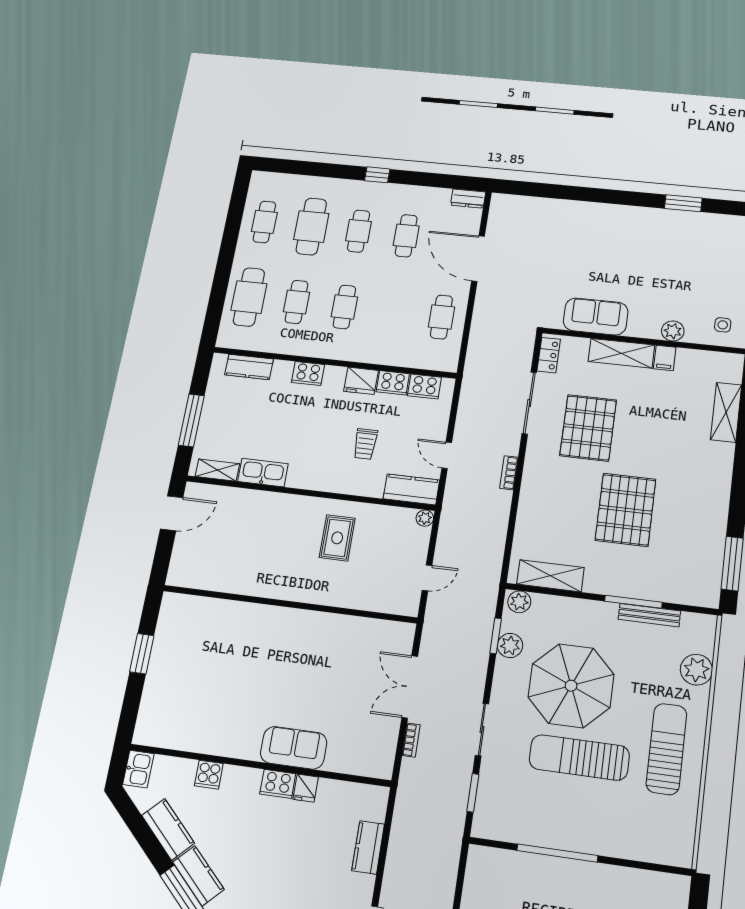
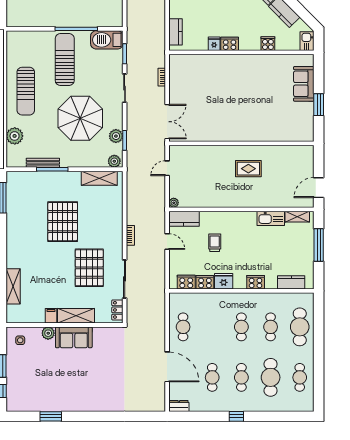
sofa: (596, 316) -> (74, 337), moved
rug: (337, 538) -> (248, 169), moved, turned 90
double door: (410, 687) -> (167, 122), moved
sofa: (294, 748) -> (304, 84), moved, turned 90
sun lounger: (579, 757) -> (65, 60), moved, turned -90
barbecue: (502, 824) -> (107, 40), added
kitchen counter: (368, 847) -> (175, 32), moved

